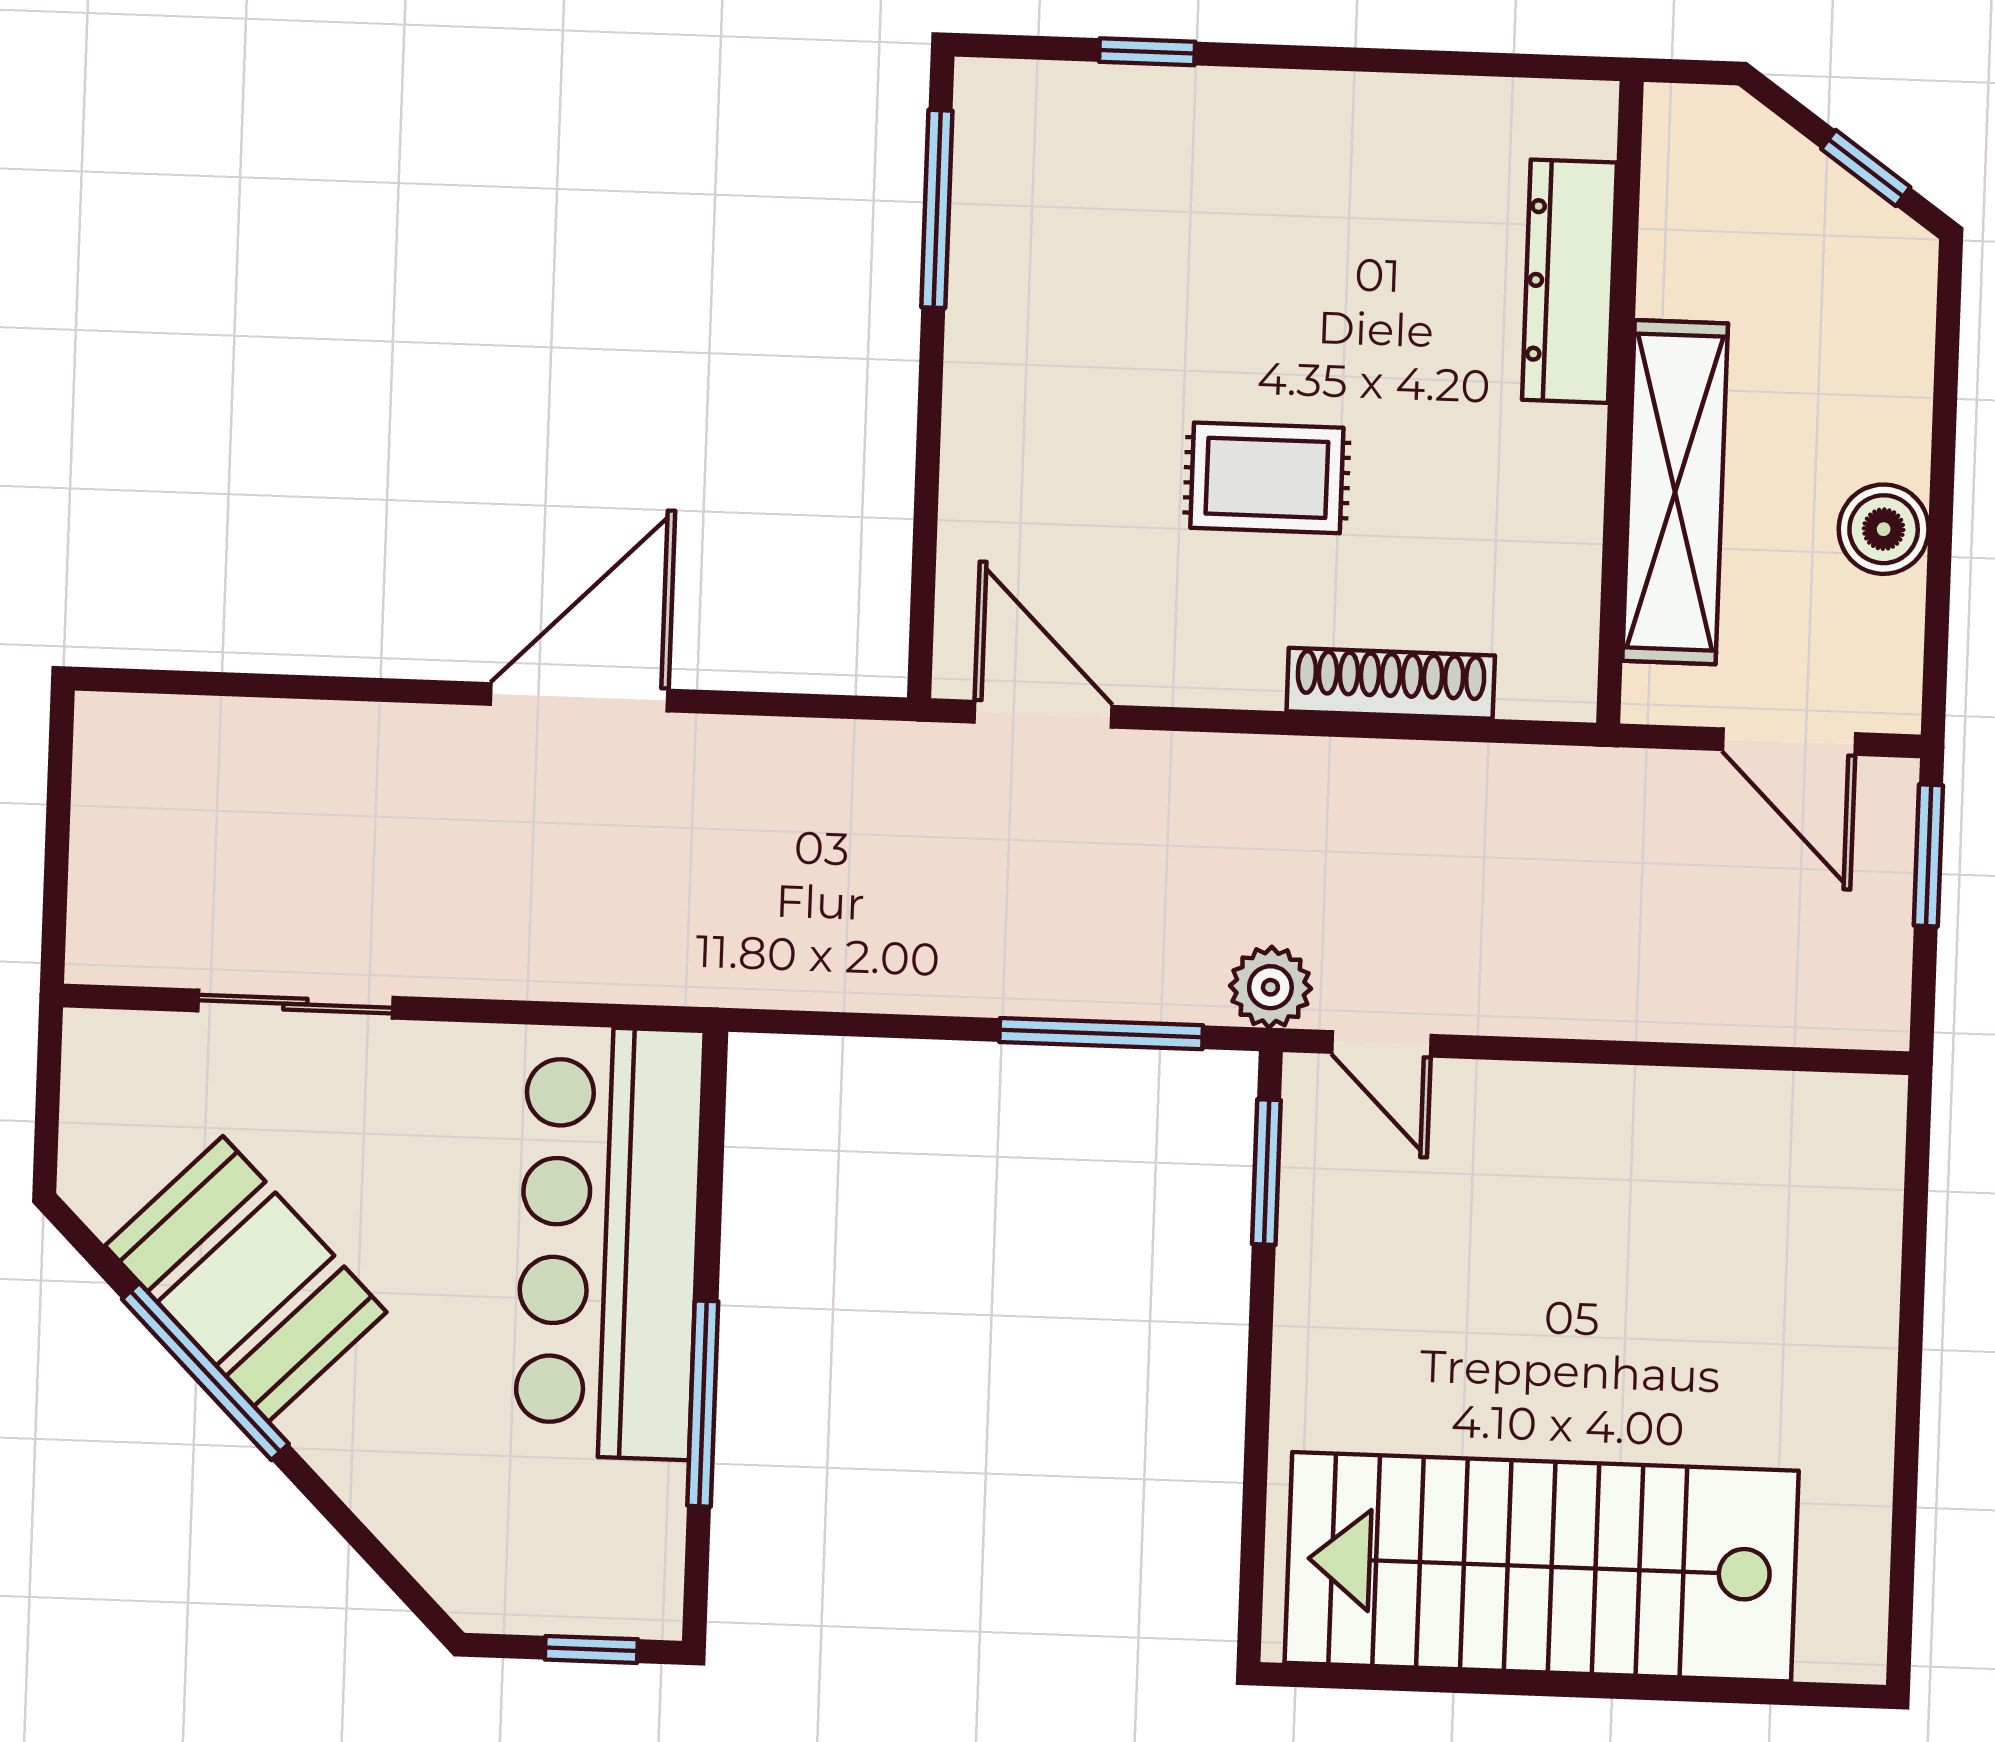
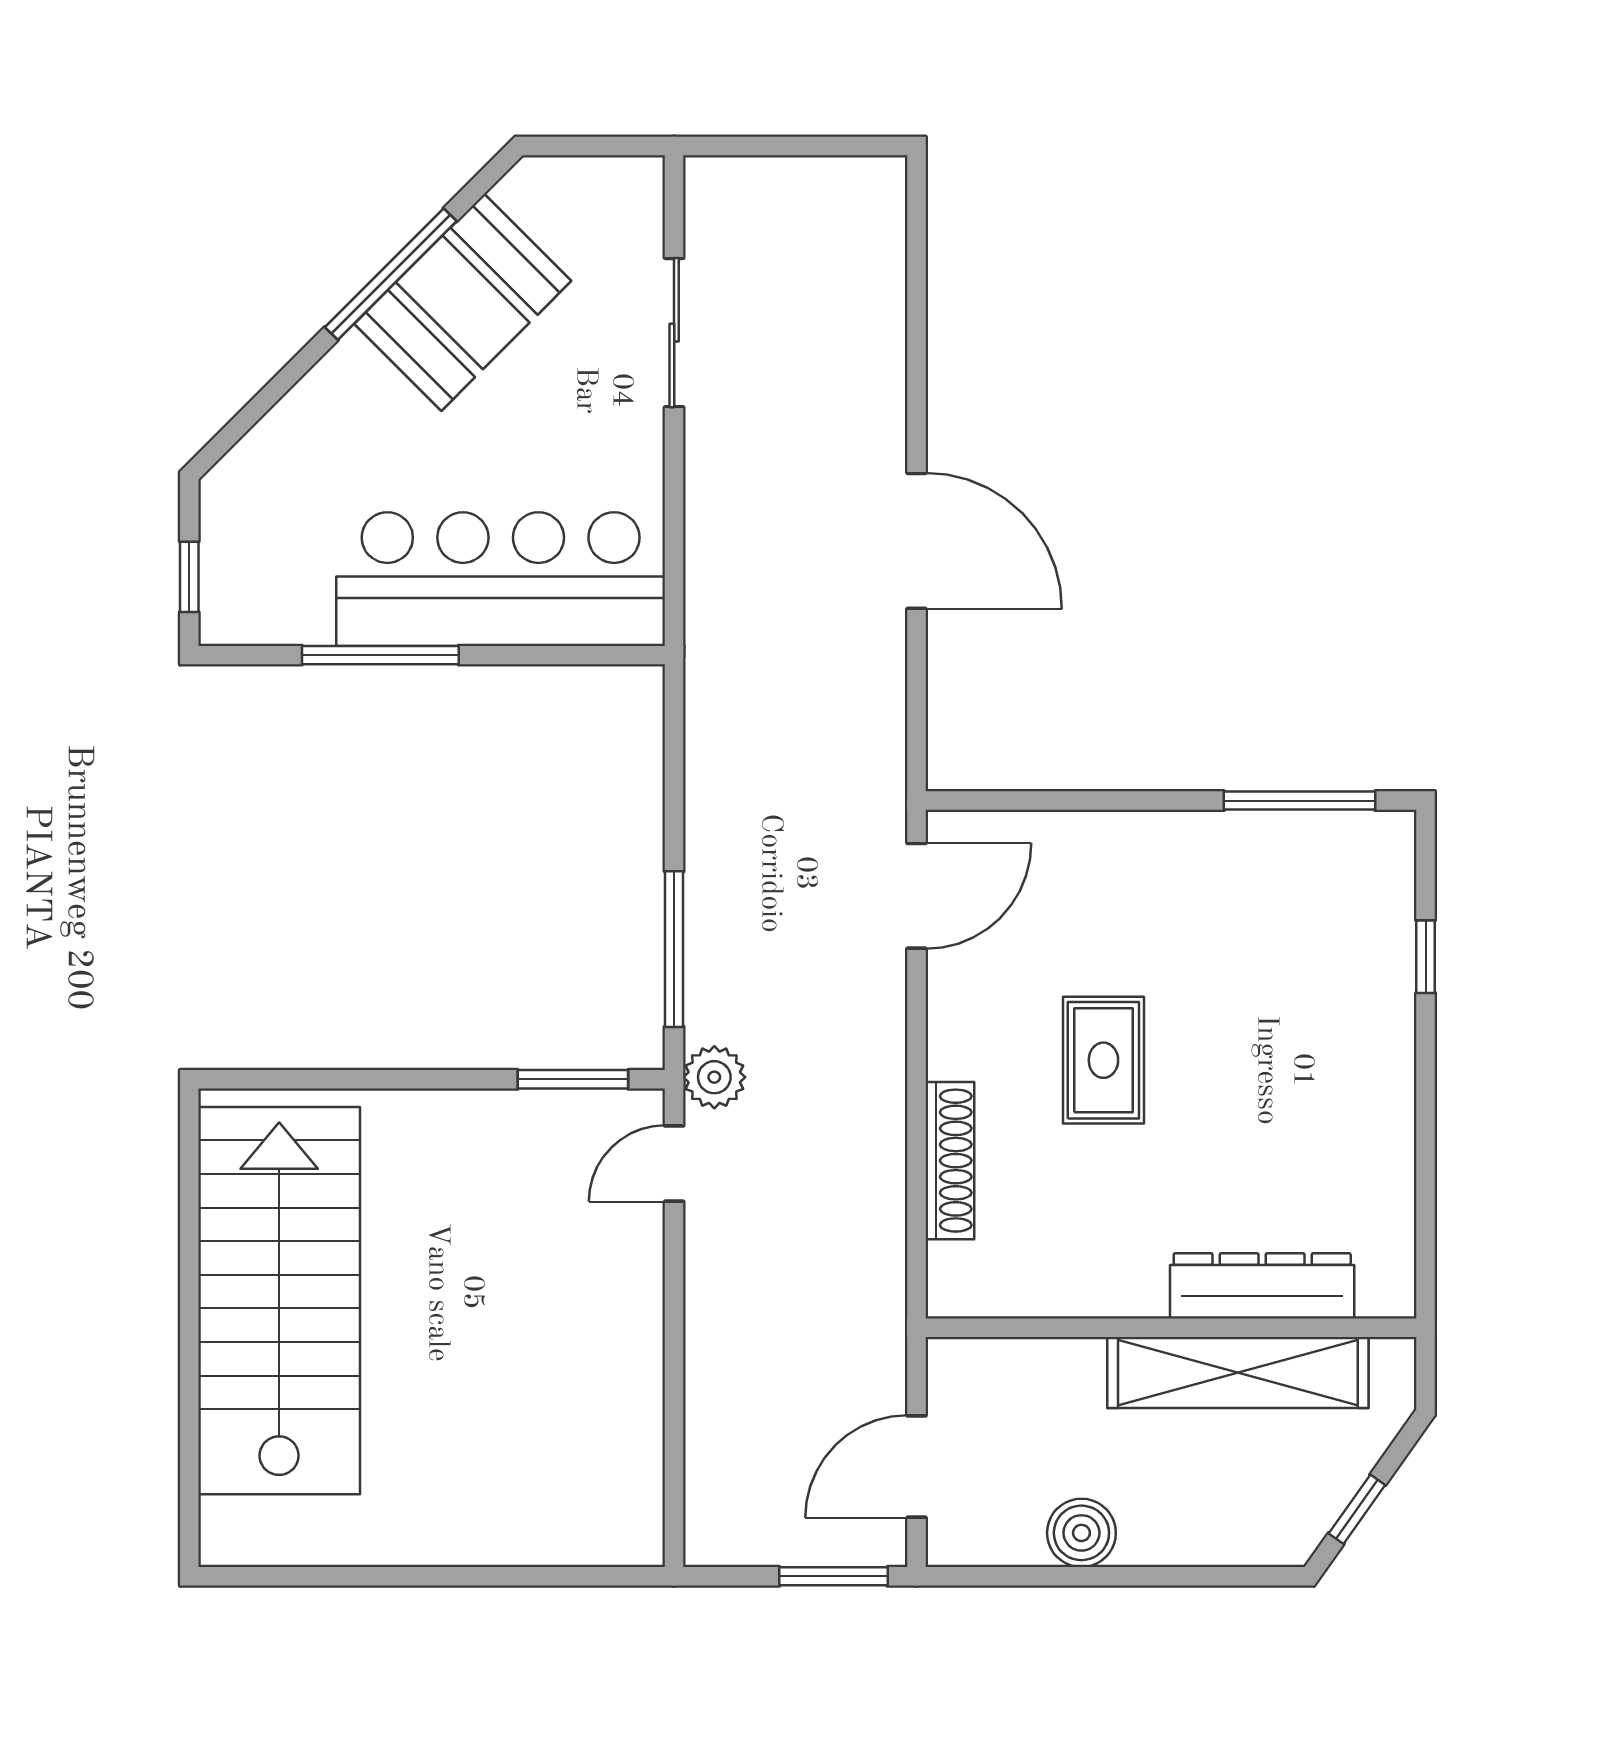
shelving: (1675, 492) -> (1238, 1372), moved

